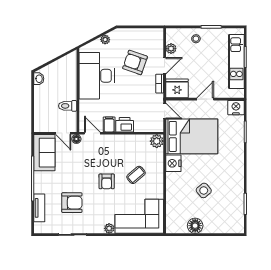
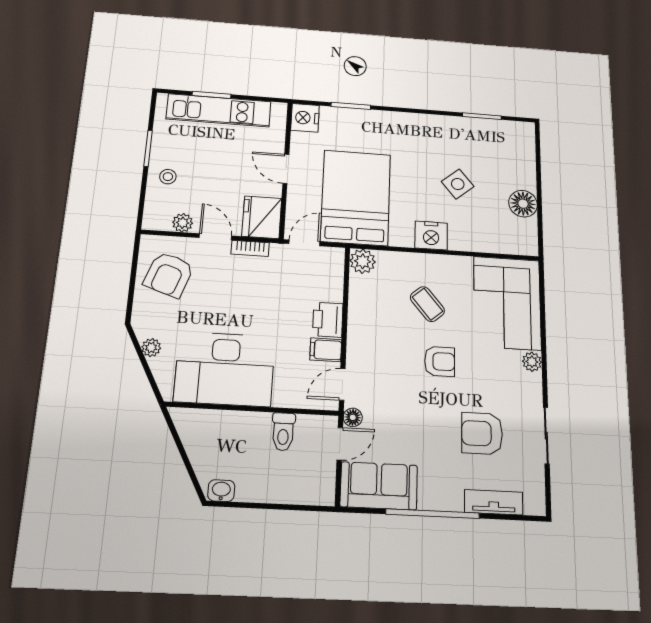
armchair: (135, 62) -> (169, 275), moved
nightstand: (173, 163) -> (431, 235), moved
armchair: (72, 203) -> (482, 433), turned -90

